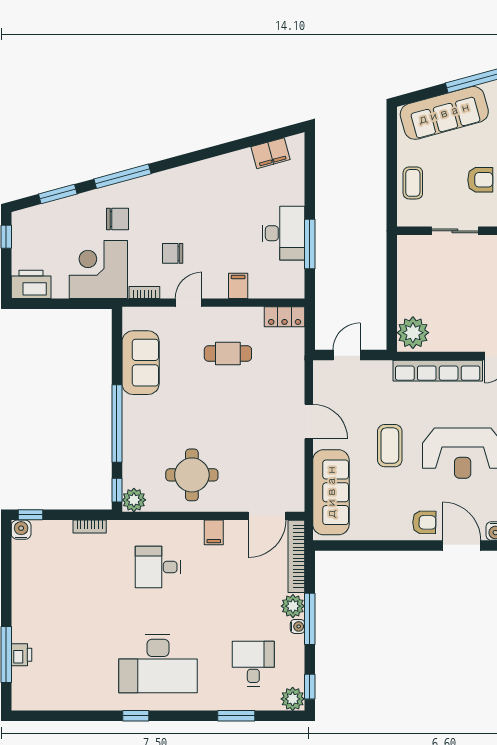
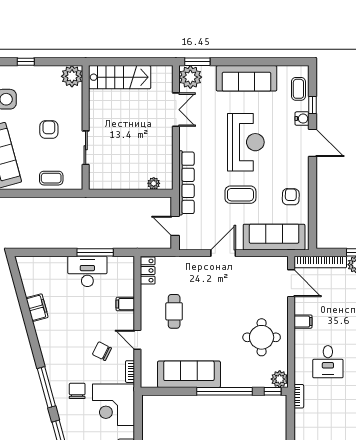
filing cabinet: (271, 153) -> (37, 308), moved
chair: (173, 253) -> (102, 351), turned 117
plant: (413, 333) -> (154, 183), width x0.53, depth x0.53
sofa: (141, 363) -> (189, 374), width x1.36
row of seats: (438, 371) -> (186, 183), moved
armchair: (424, 522) -> (291, 197), moved
bookcase: (90, 527) -> (299, 396), moved
door: (462, 546) -> (312, 143), swing flipped

